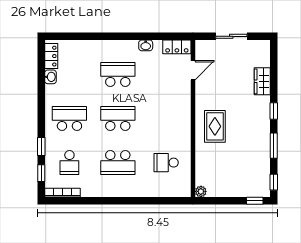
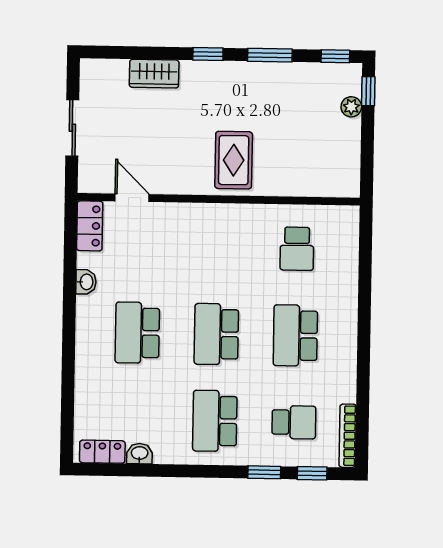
rug: (215, 126) -> (234, 160), turned 90
school desk: (118, 163) -> (295, 335), turned 180
plant: (201, 191) -> (351, 107), moved

